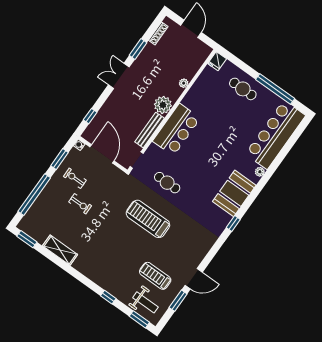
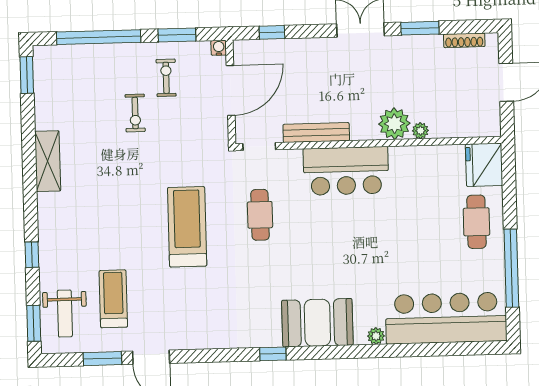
fridge: (217, 61) -> (484, 165), width x1.88, depth x1.34
plant: (163, 105) -> (394, 124), moved
shelving: (60, 250) -> (48, 161), moved

